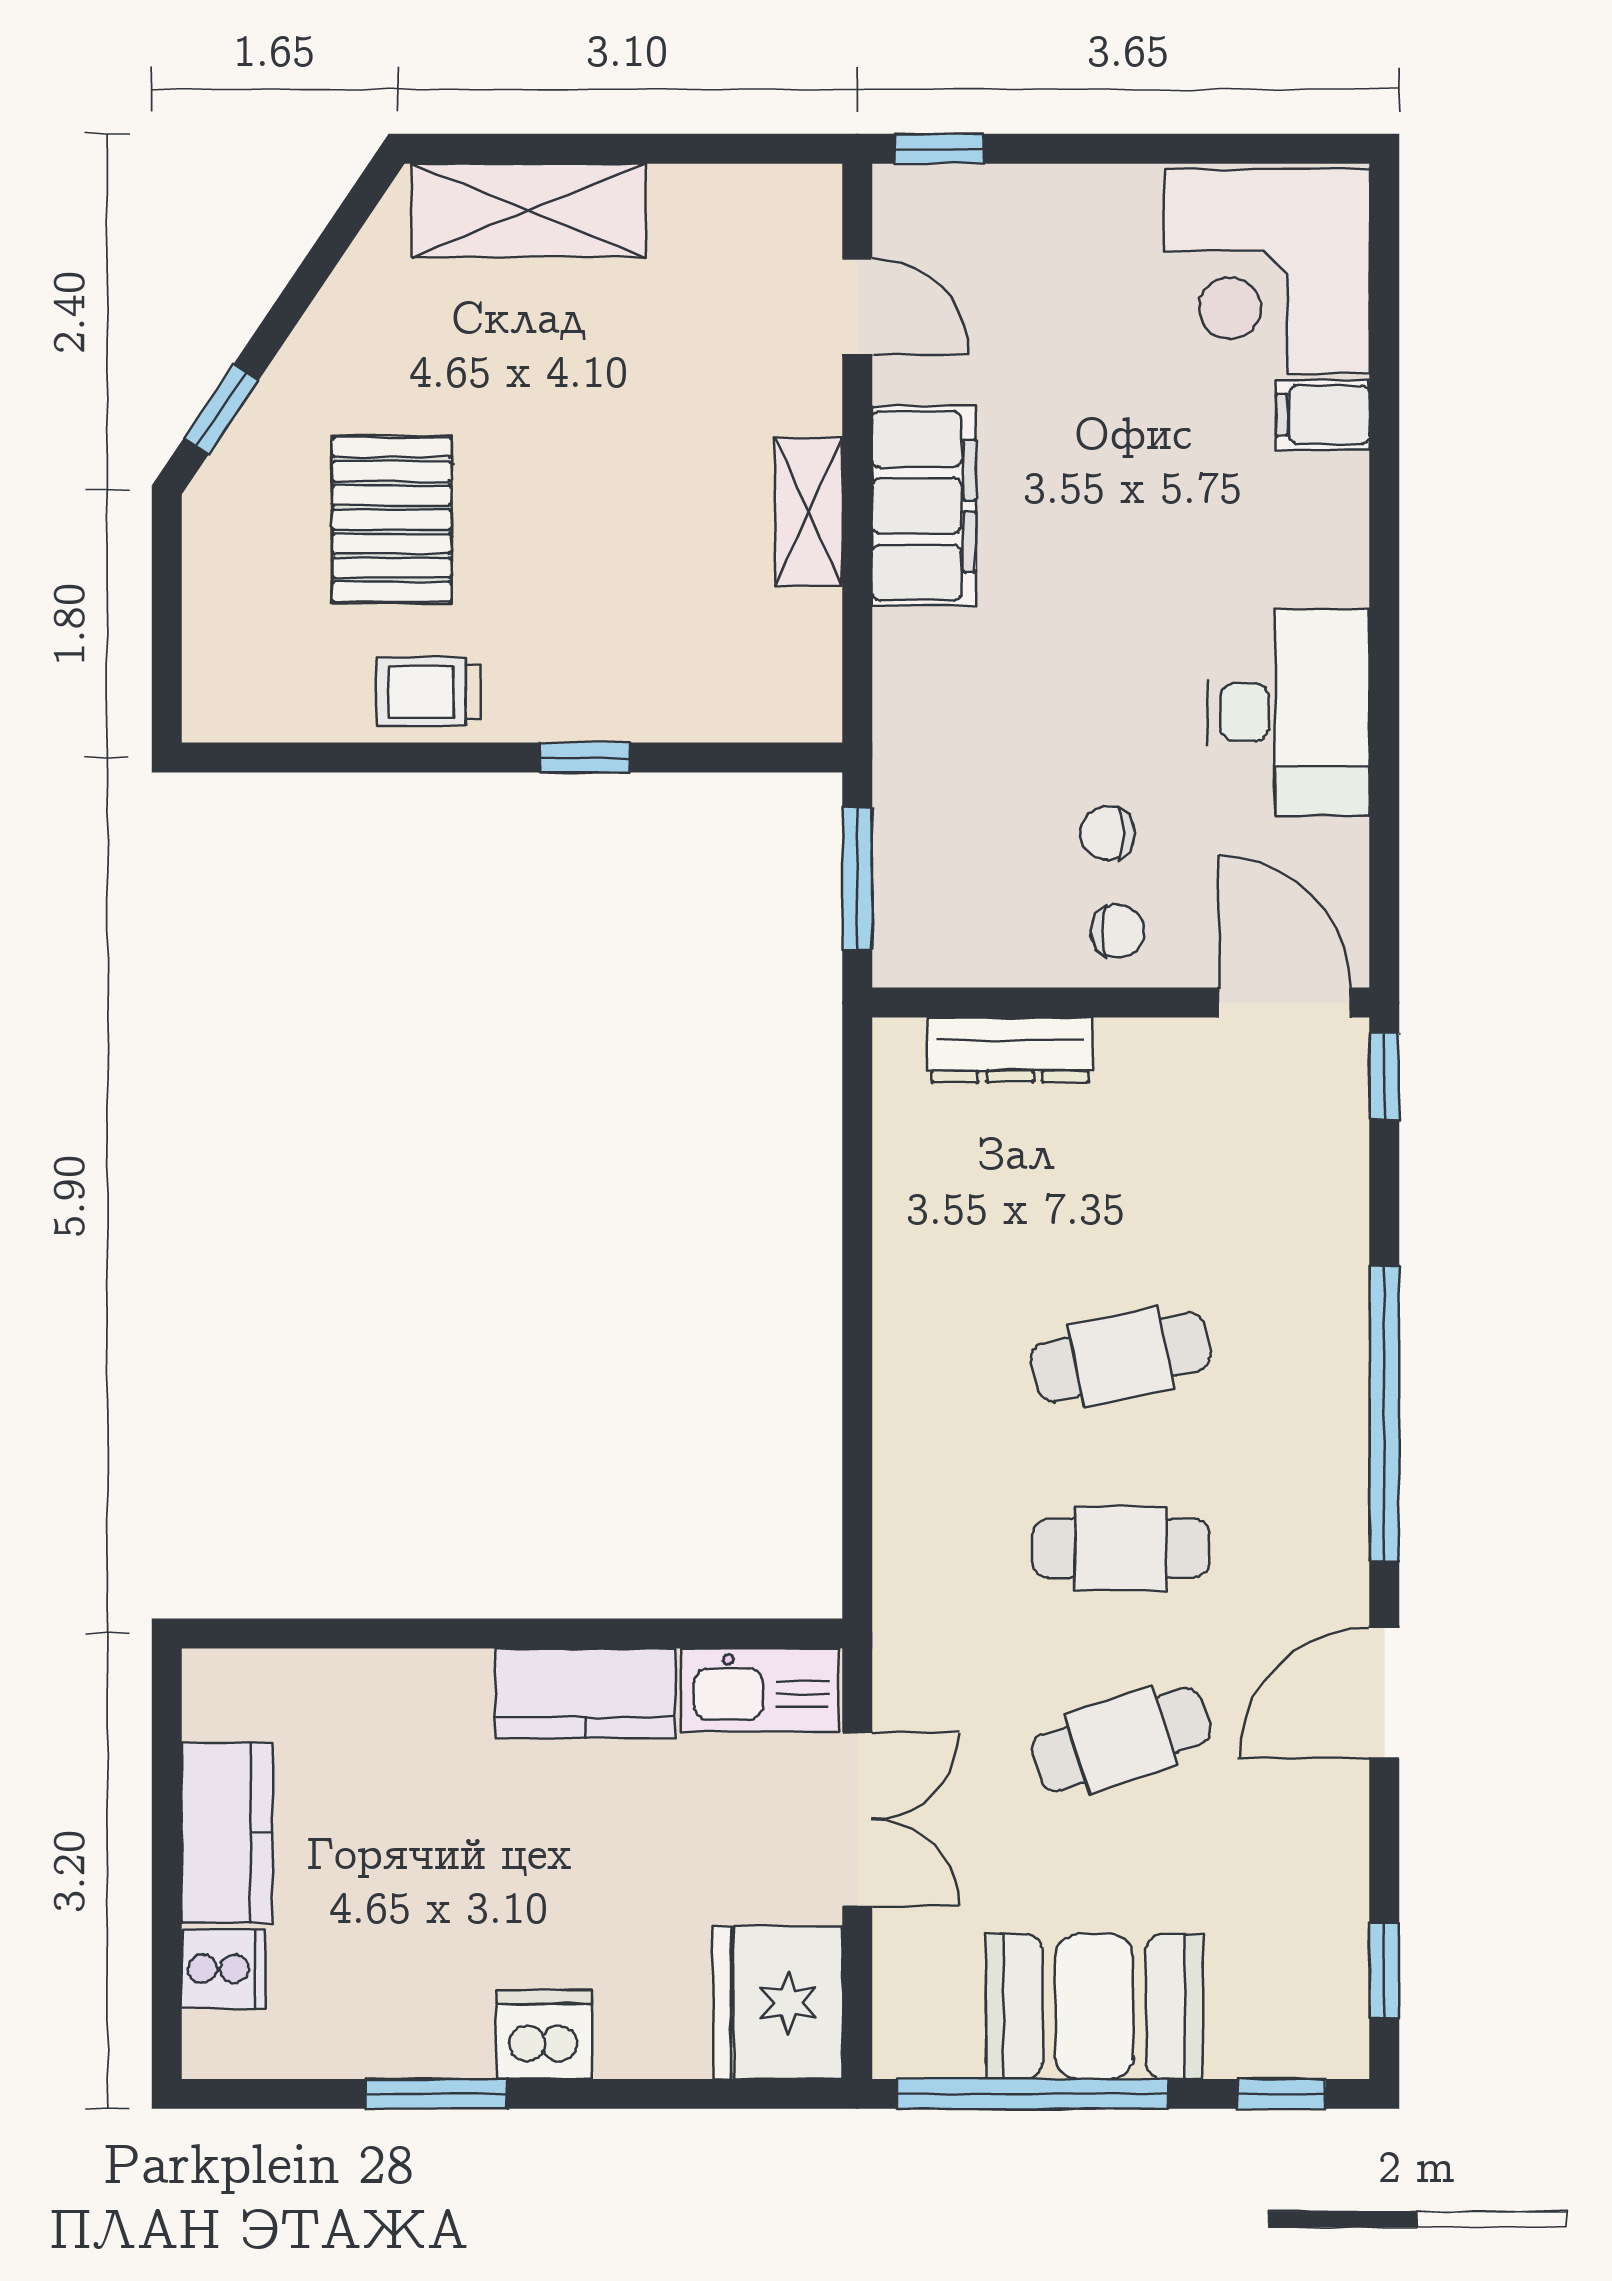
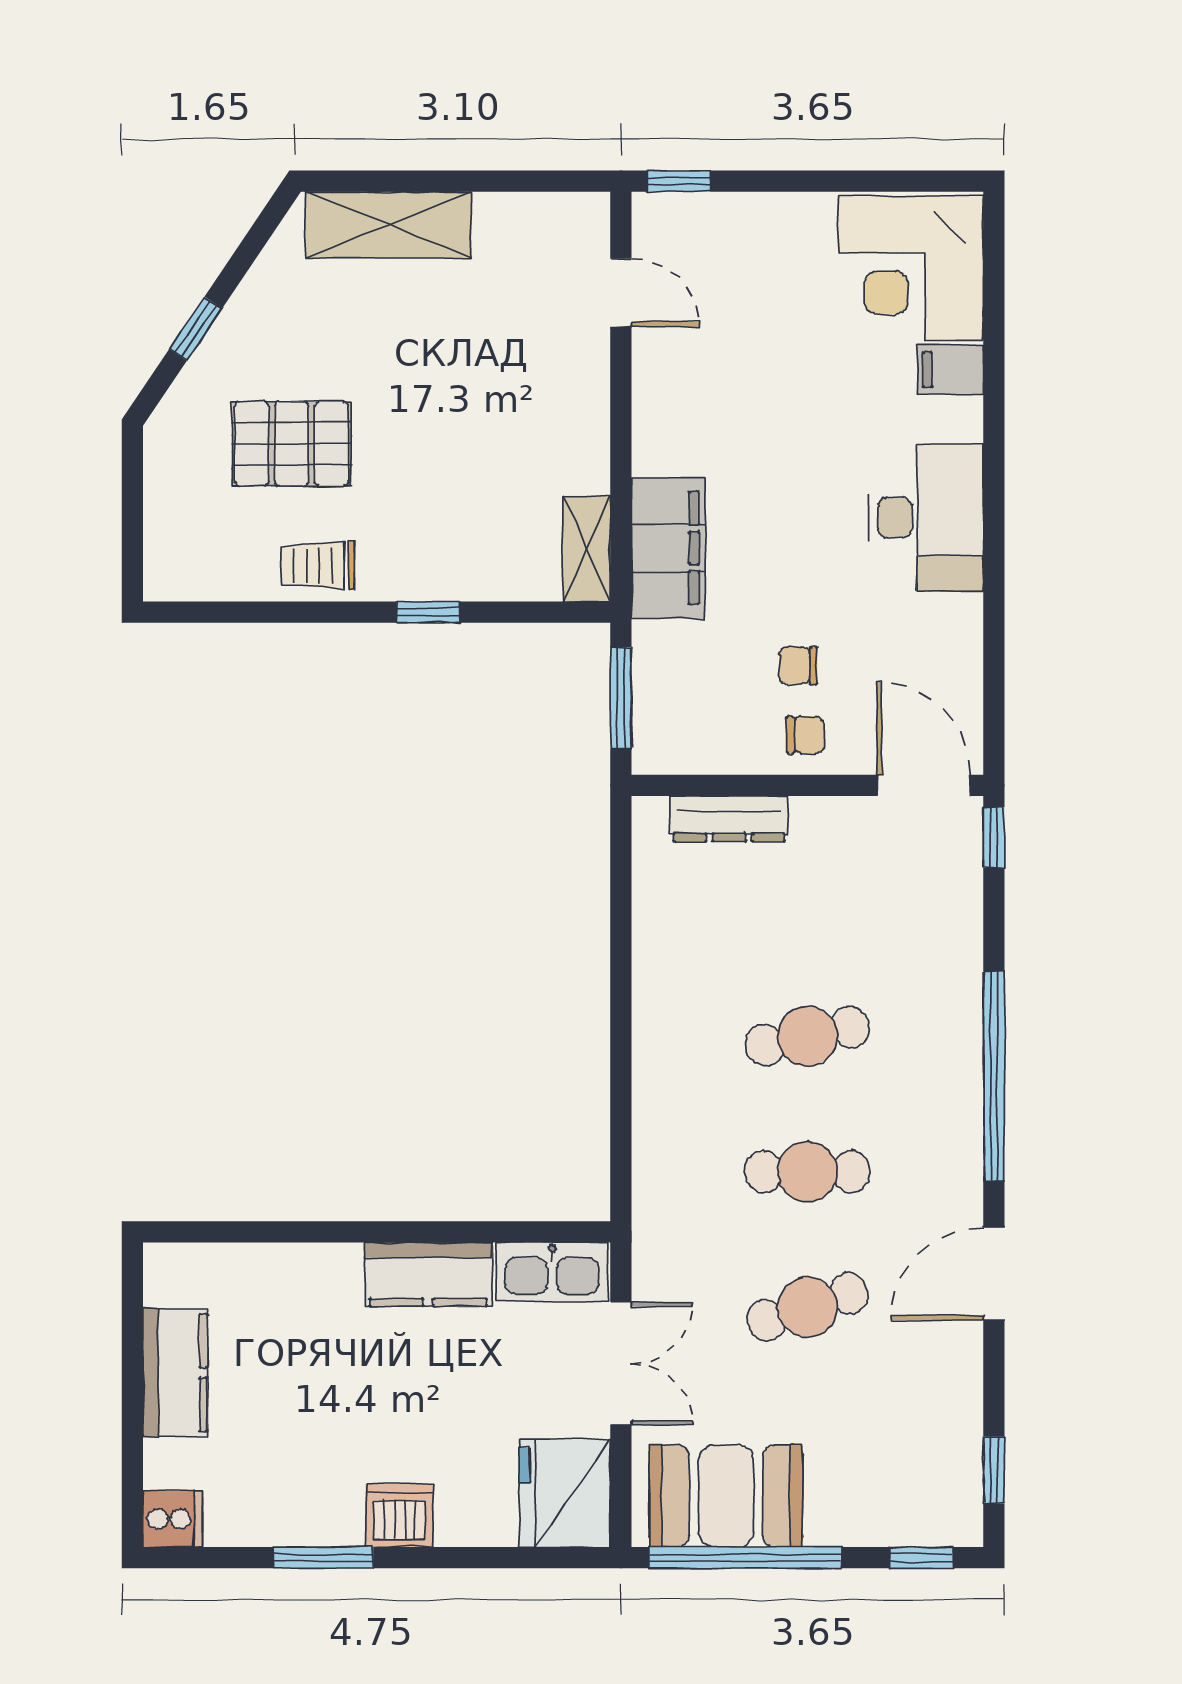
window: (221, 409) -> (196, 329), moved
filing cabinet: (924, 506) -> (668, 548), moved
shelving: (809, 512) -> (587, 549), moved
pallet: (392, 520) -> (292, 444), turned 90
desk: (1288, 712) -> (926, 517), moved
cooker: (223, 1969) -> (173, 1519), moved
booth: (1094, 2006) -> (726, 1496), moved

